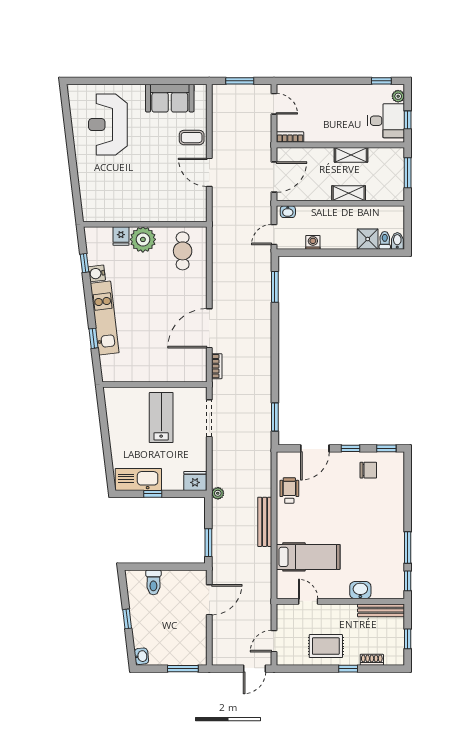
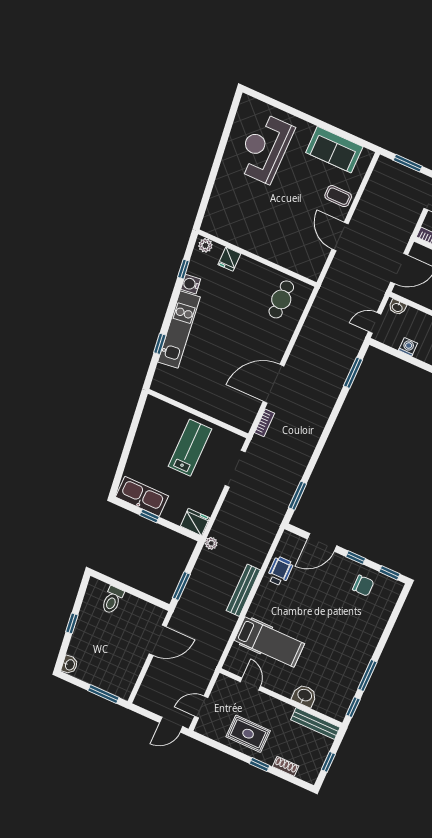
plant: (143, 239) -> (205, 245), moved, width x0.53, depth x0.53

